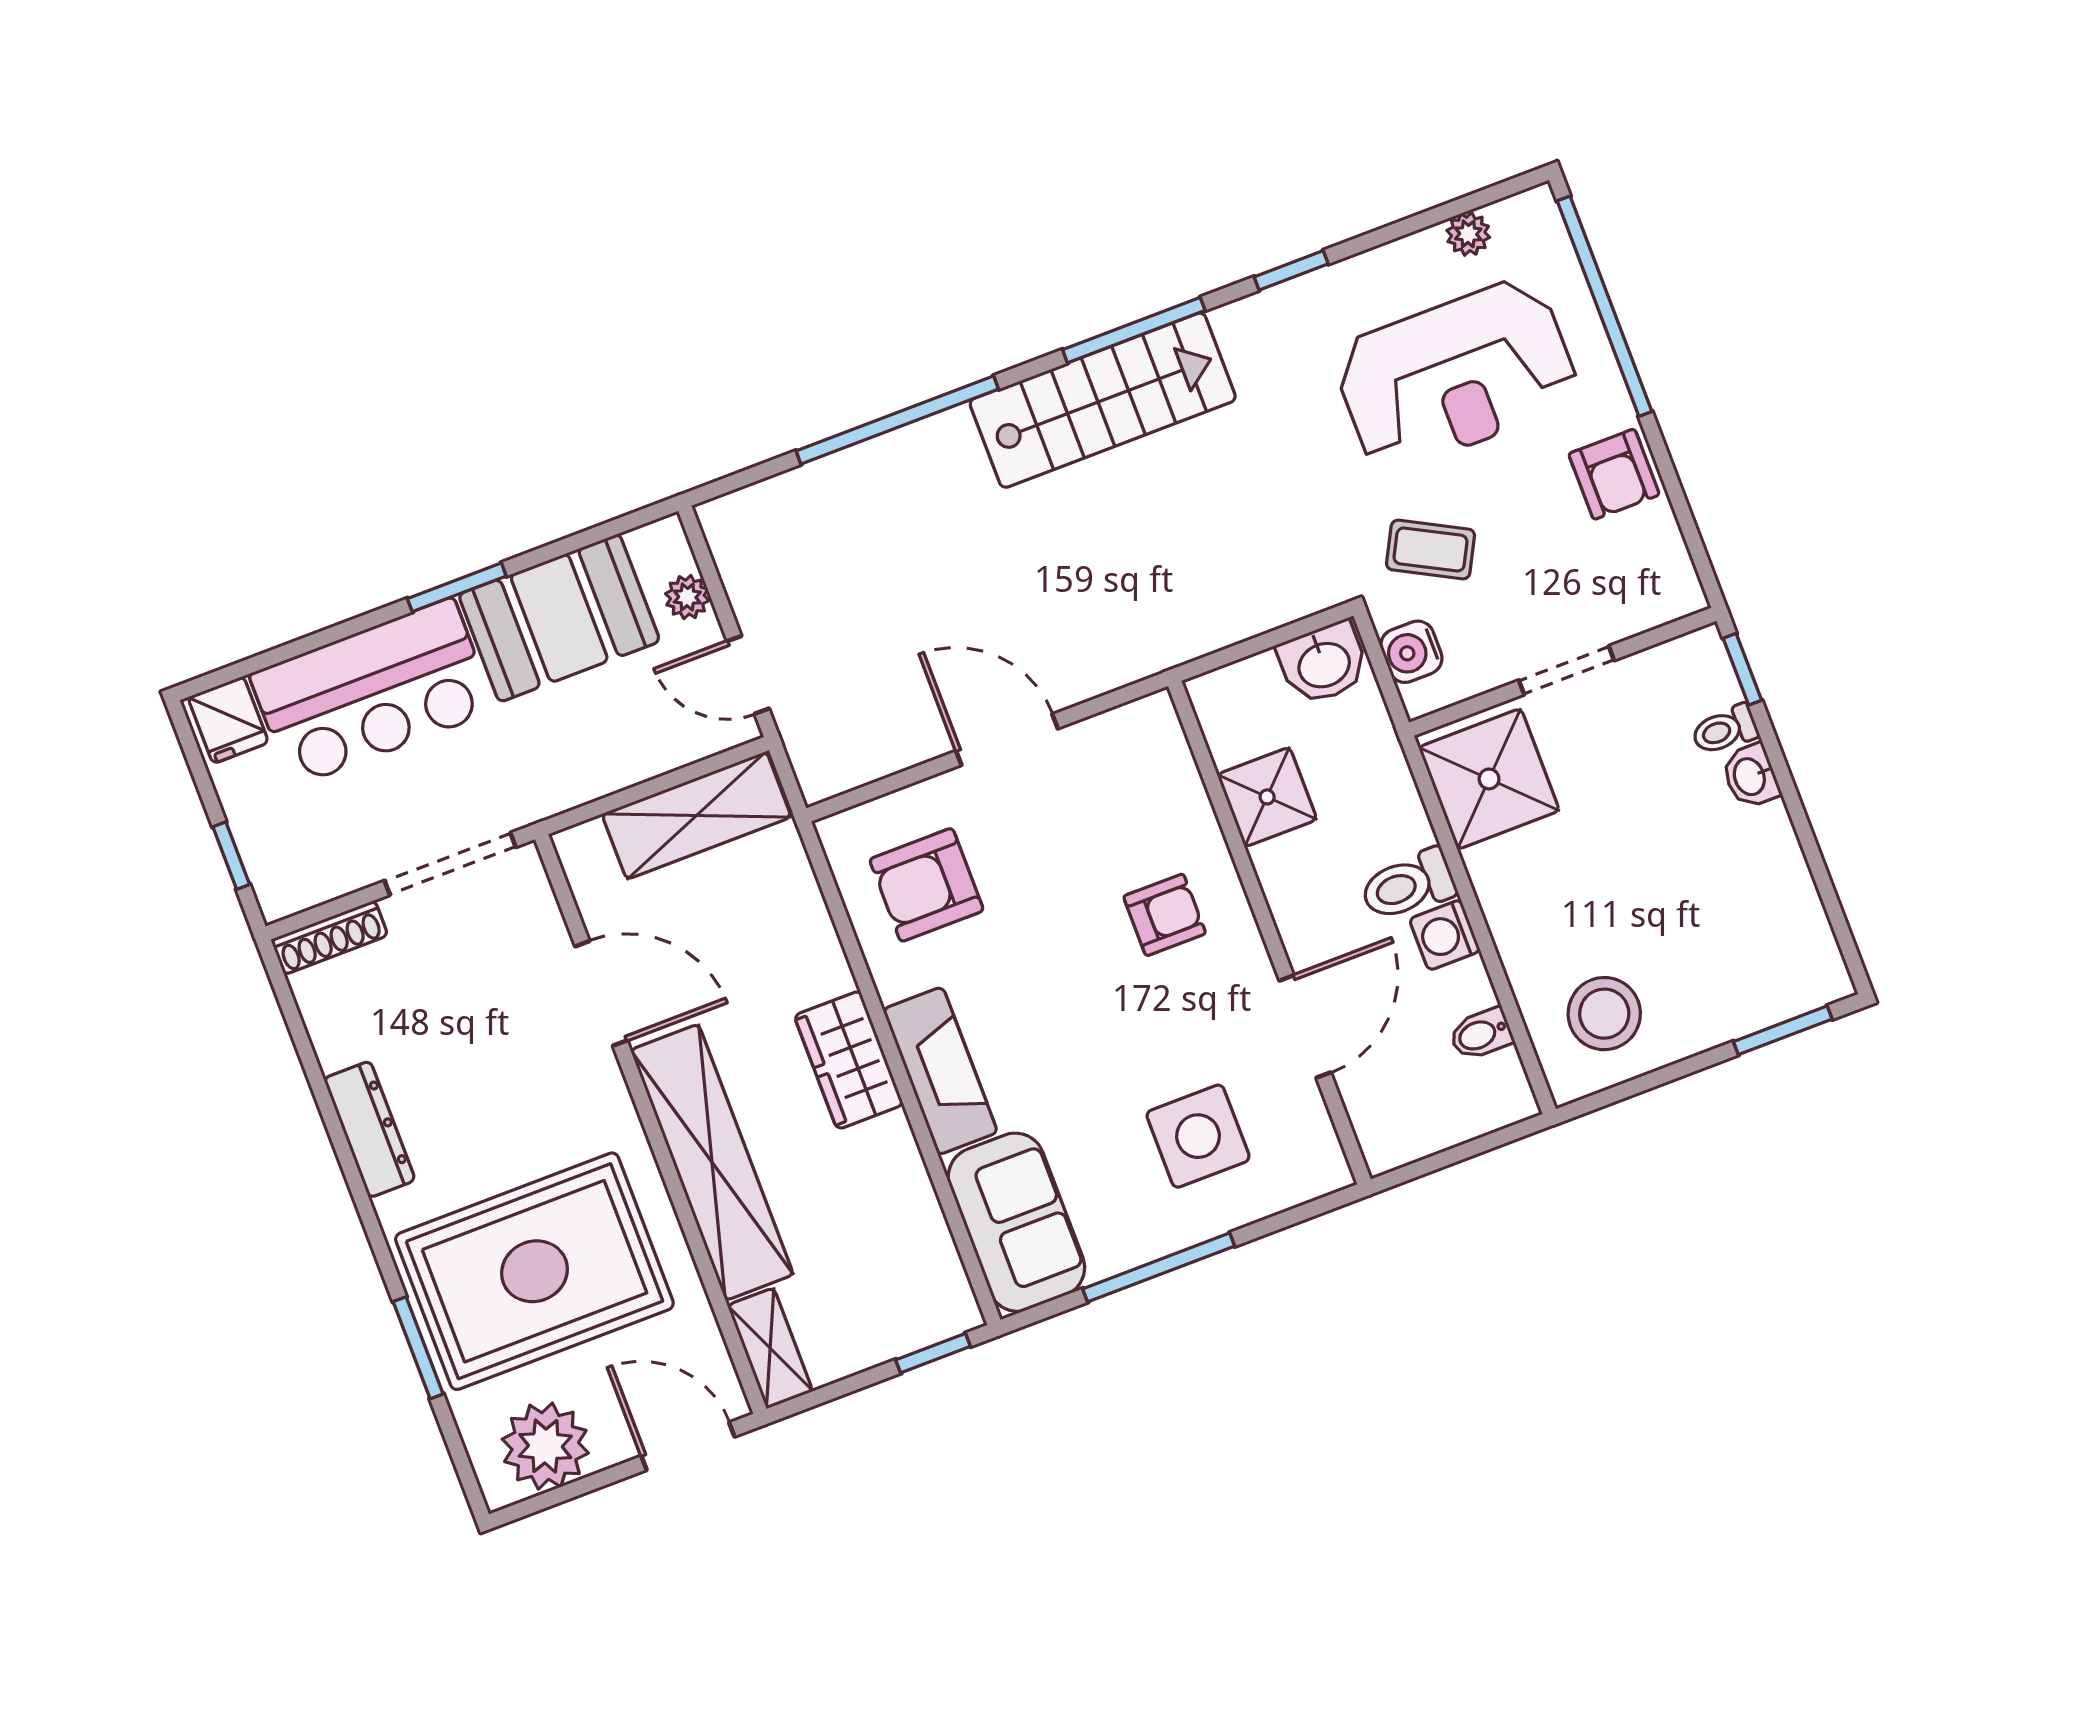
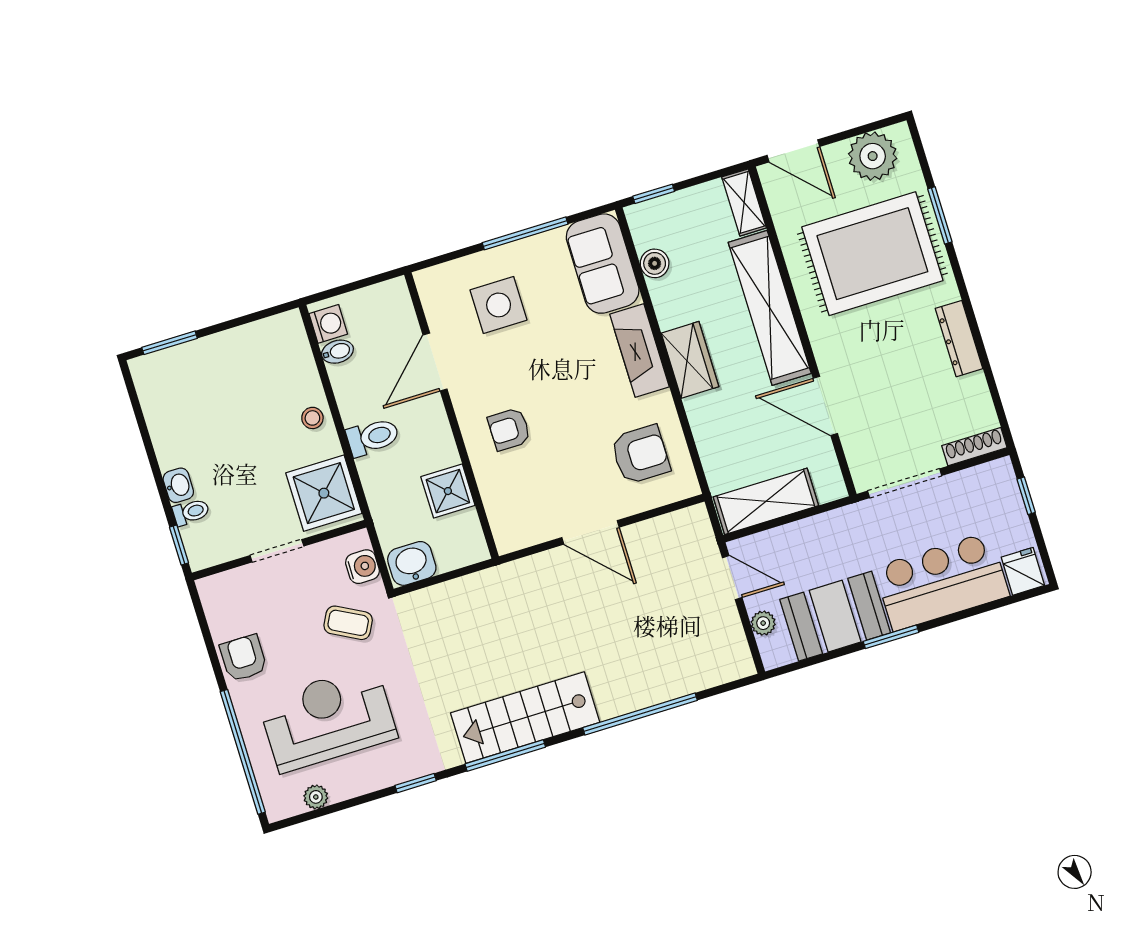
washing machine: (1445, 935) -> (328, 324), moved
stool: (1604, 1014) -> (312, 418), moved, width x0.53, depth x0.53
boiler: (923, 1229) -> (655, 263), added

